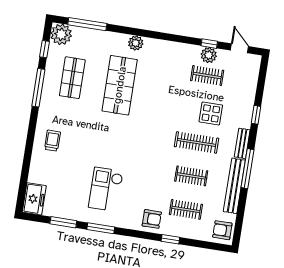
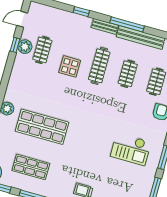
display table: (211, 113) -> (70, 66), moved

